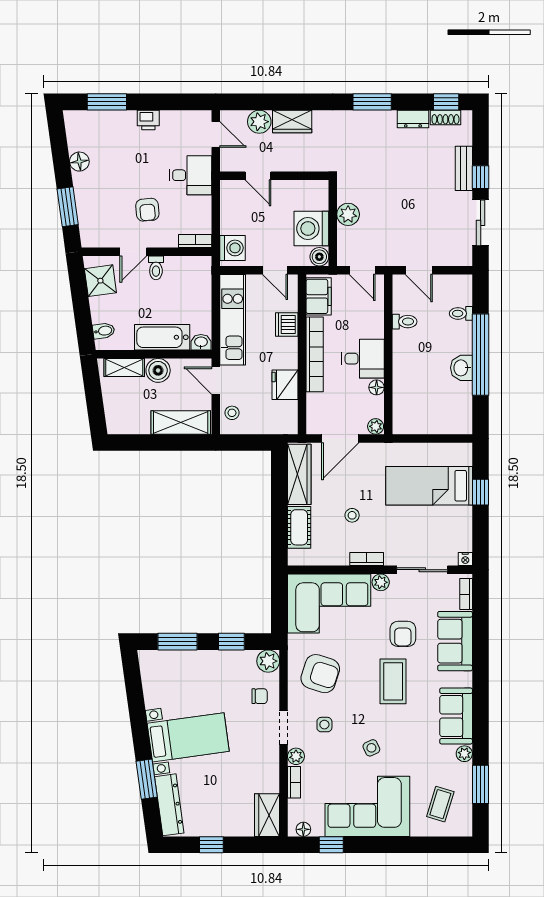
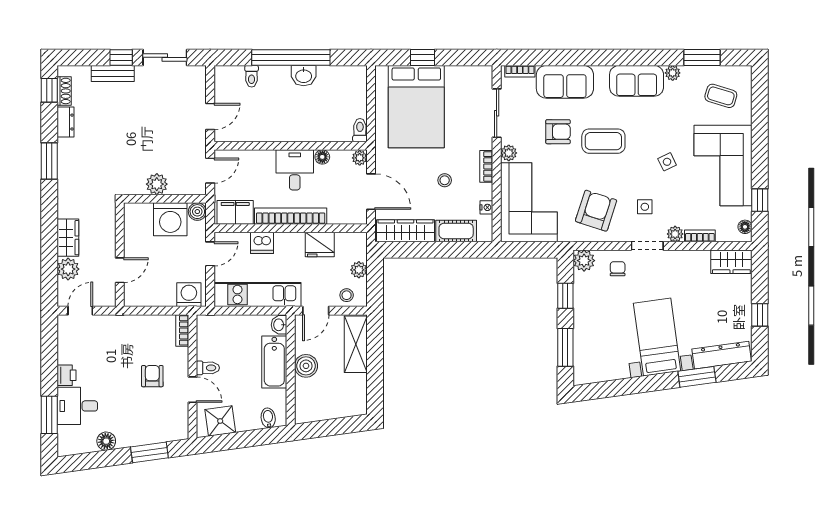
desk: (191, 175) -> (77, 406), moved, turned -90
armchair: (147, 210) -> (152, 376), turned -85
toilet: (405, 322) -> (360, 130), moved
shelving: (124, 367) -> (303, 398), removed
plant: (259, 426) -> (359, 270), added
bed: (429, 486) -> (416, 107), width x1.50
nightstand: (465, 559) -> (486, 207), moved

